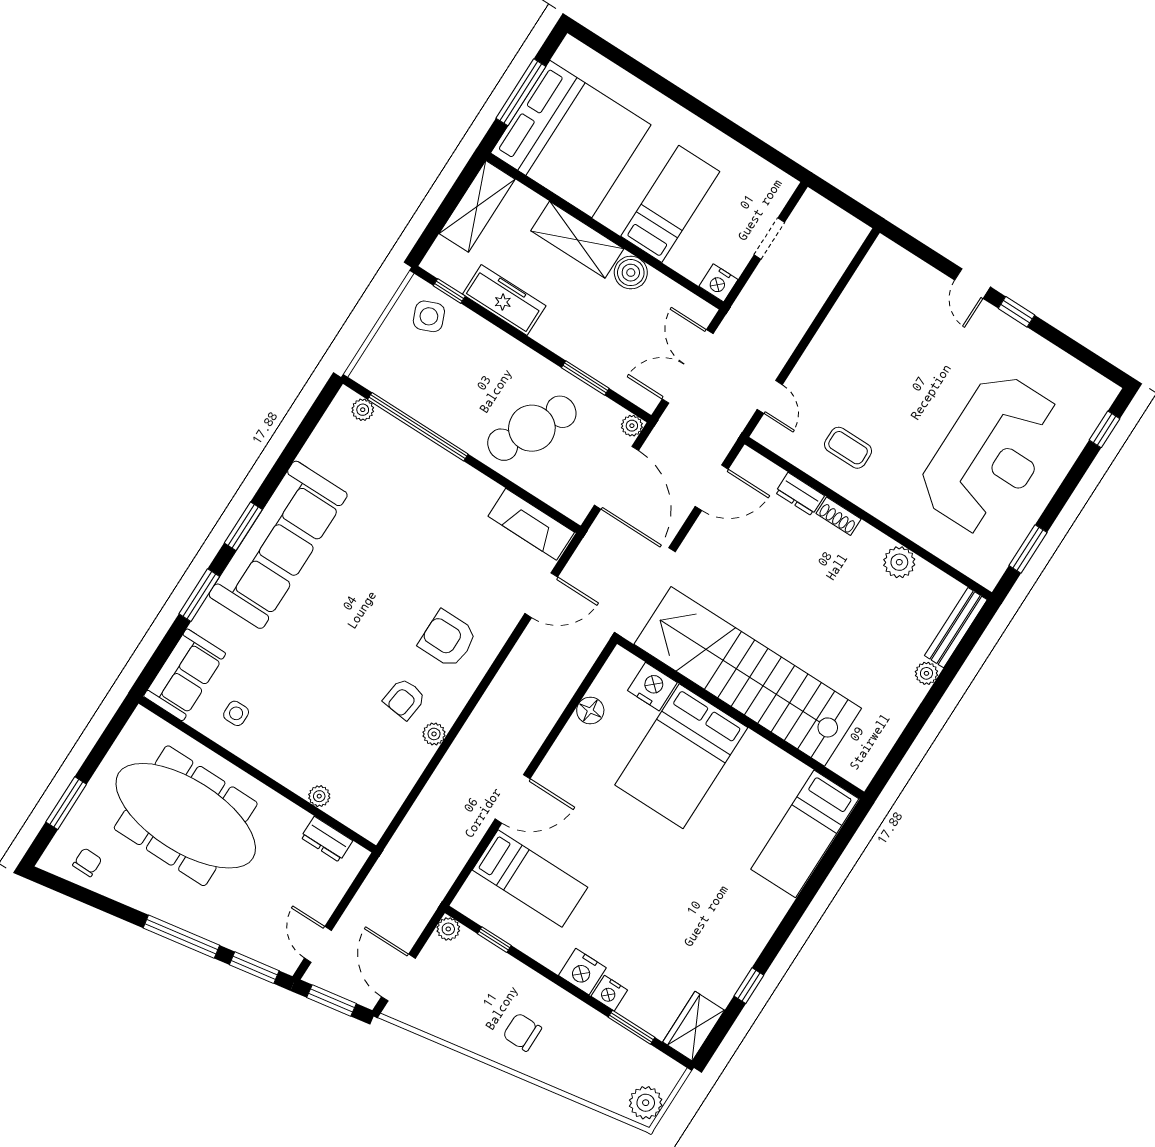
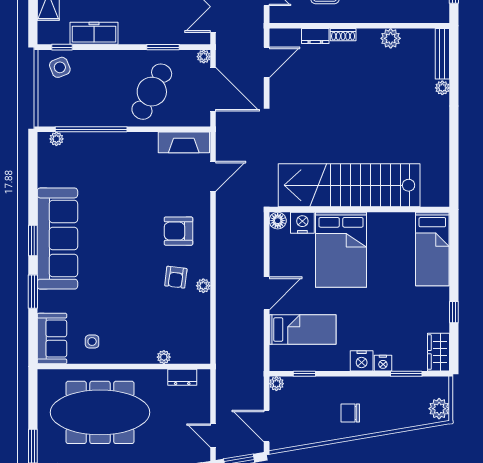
stairs: (748, 676) -> (349, 185), moved
nightstand: (652, 687) -> (302, 223), moved
wall: (741, 718) -> (359, 210), moved
bed: (681, 756) -> (341, 250), moved
bed: (805, 834) -> (432, 249), moved

